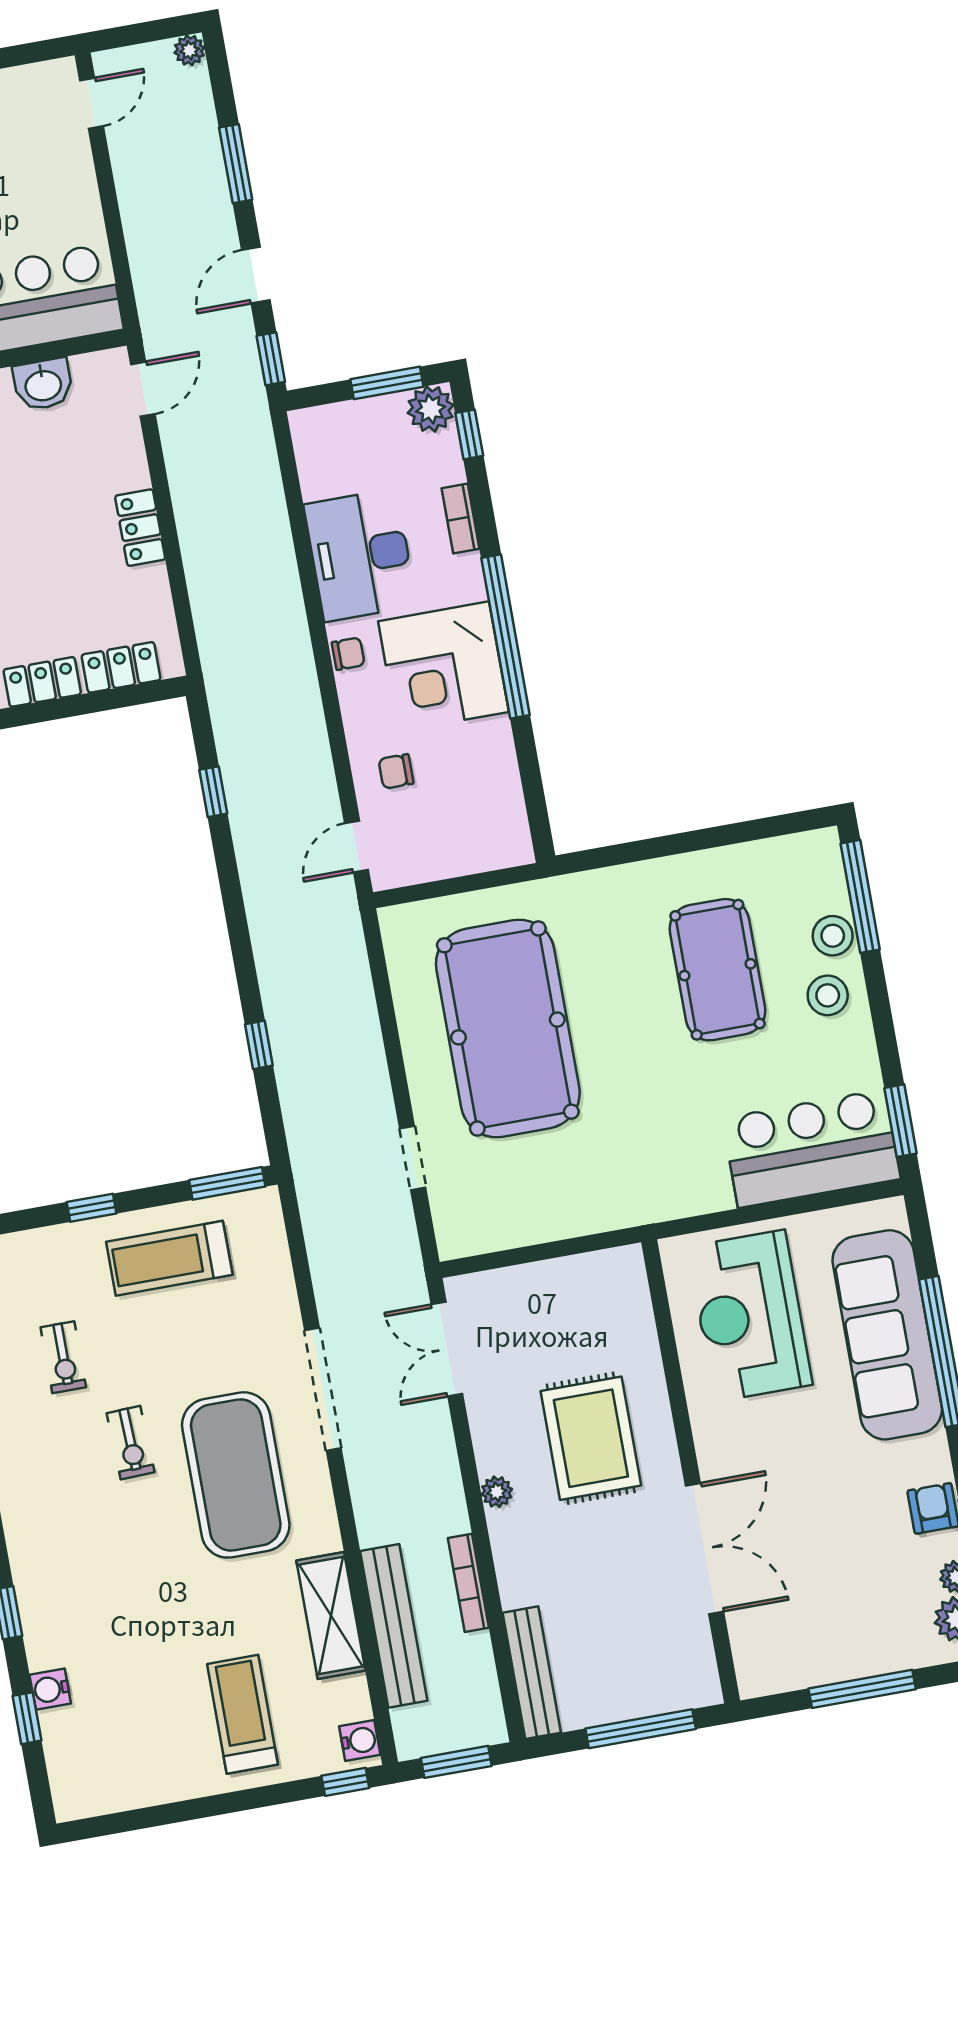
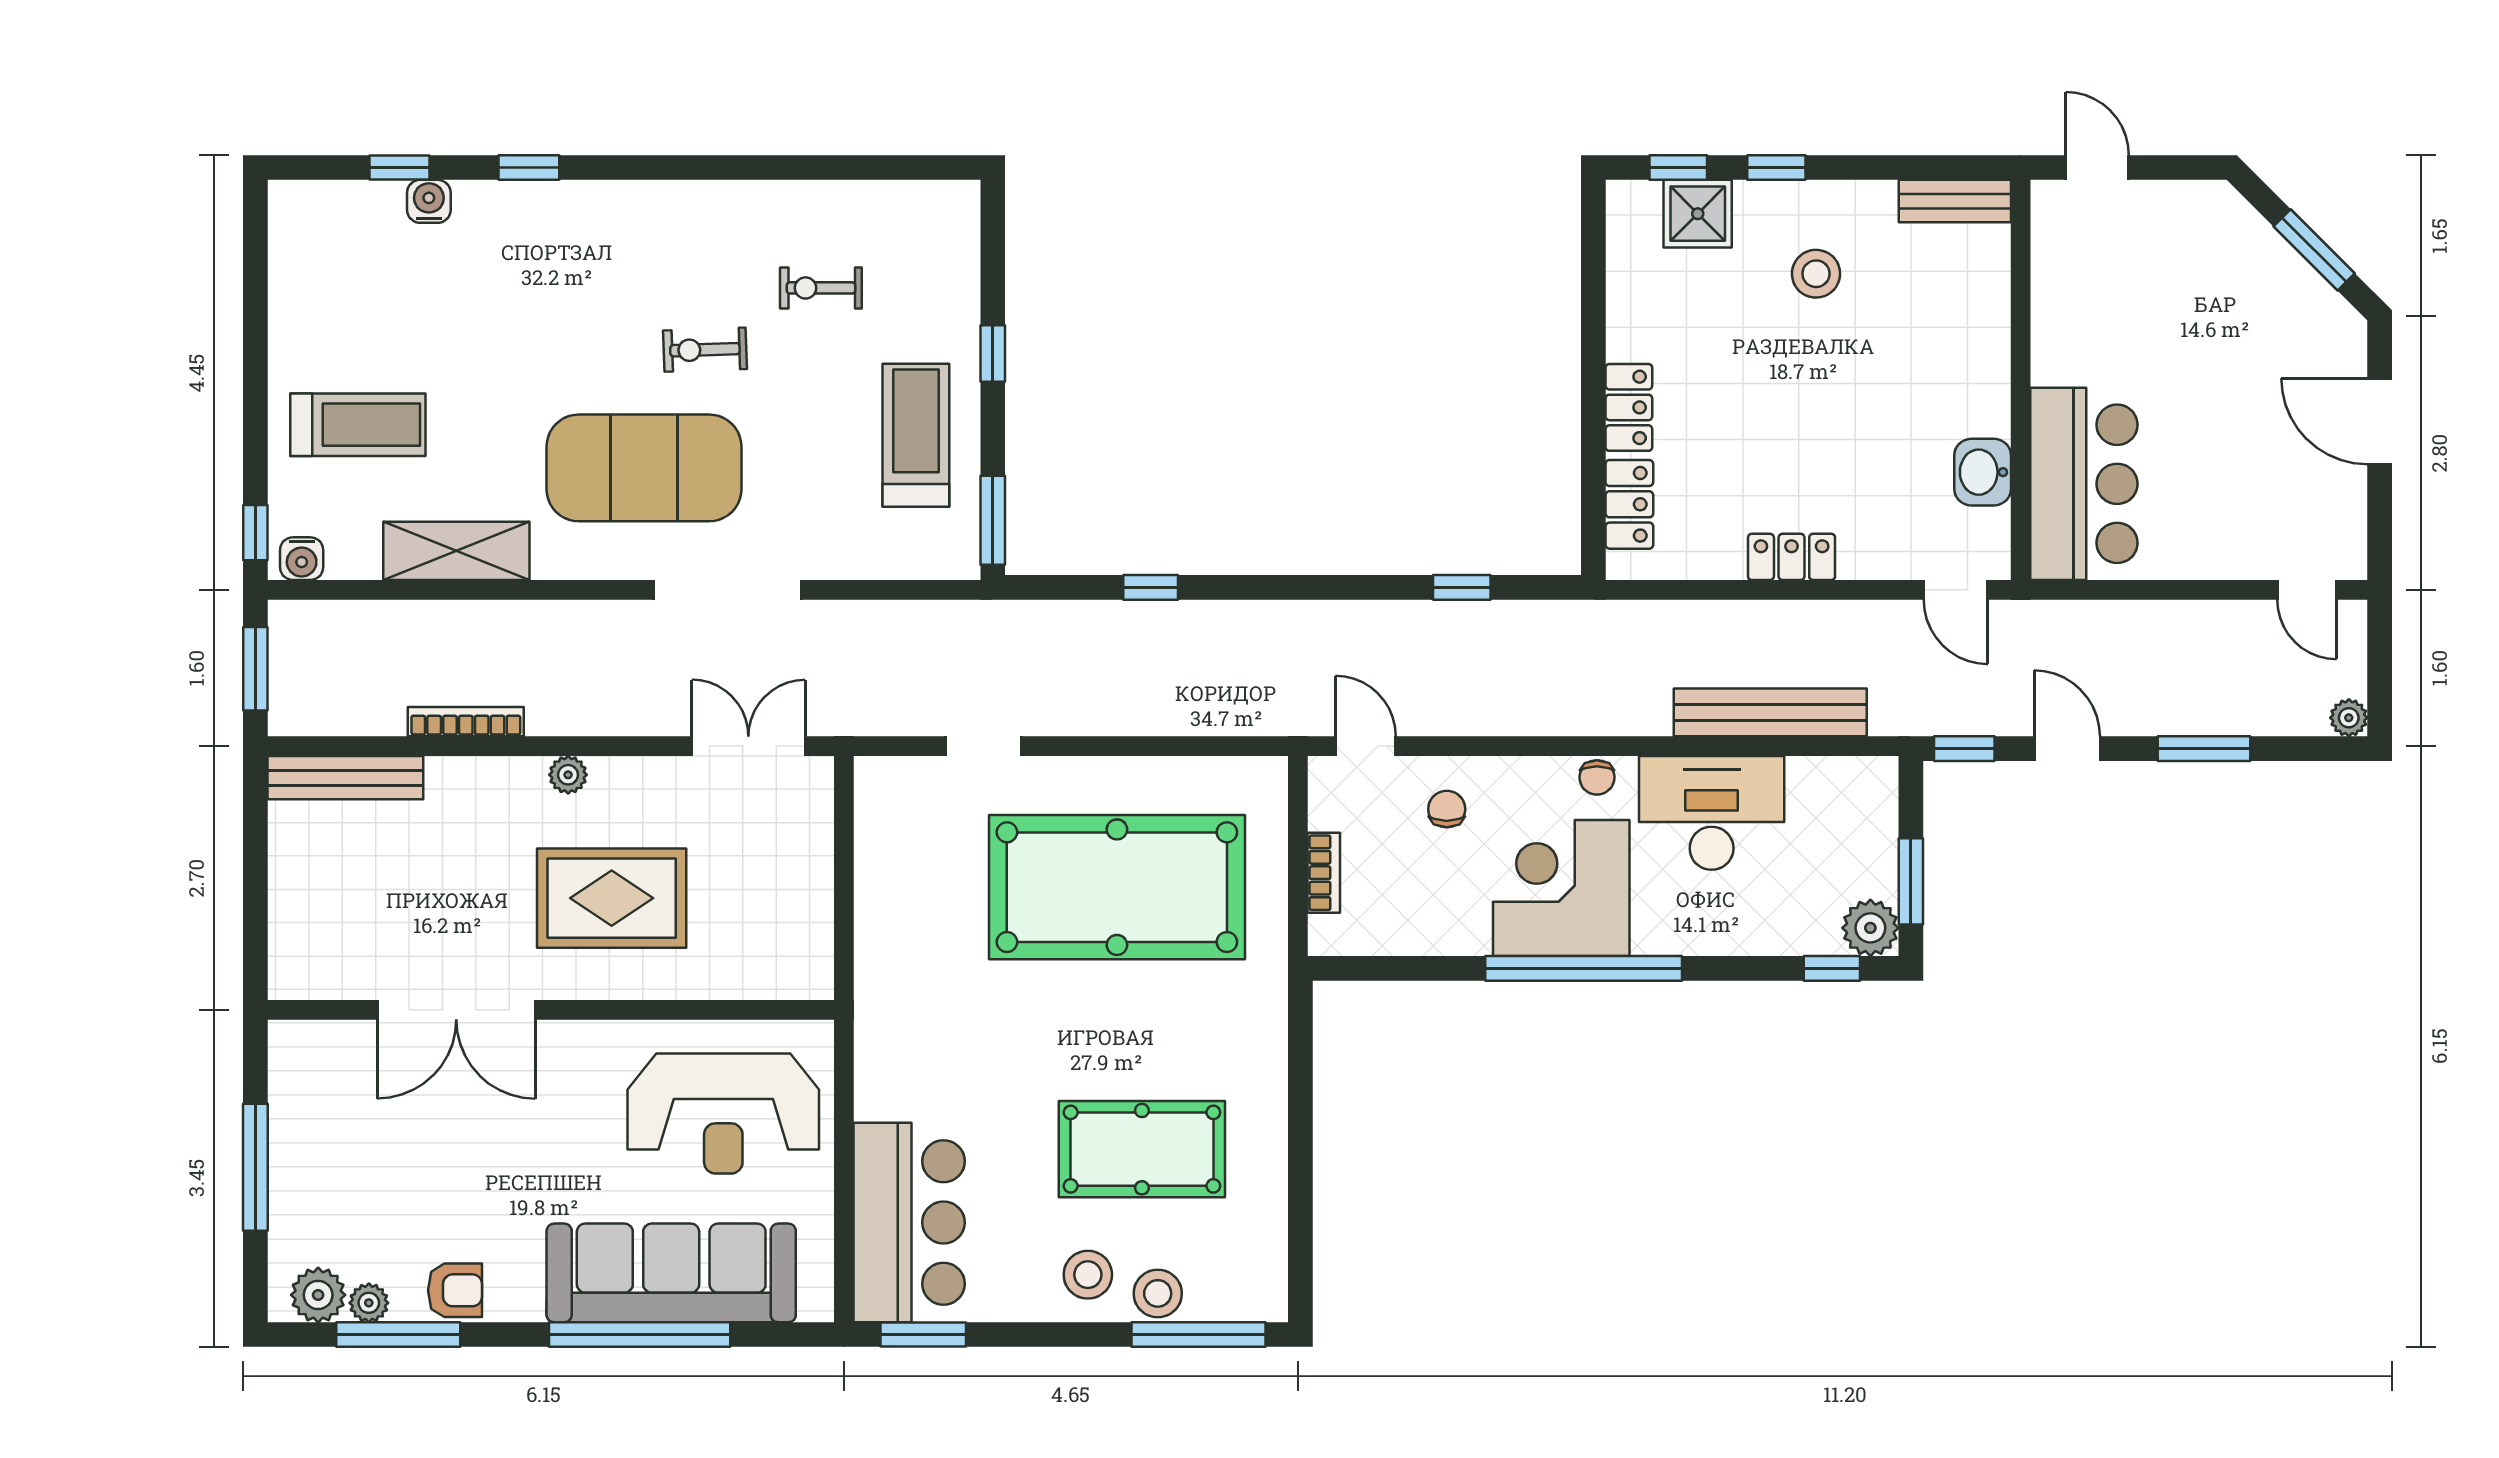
bookcase: (461, 518) -> (1324, 873), moved, turned 90
reception desk: (750, 1316) -> (723, 1114), turned 180
bench: (394, 1626) -> (1770, 712), moved
window: (641, 1729) -> (255, 895), removed

